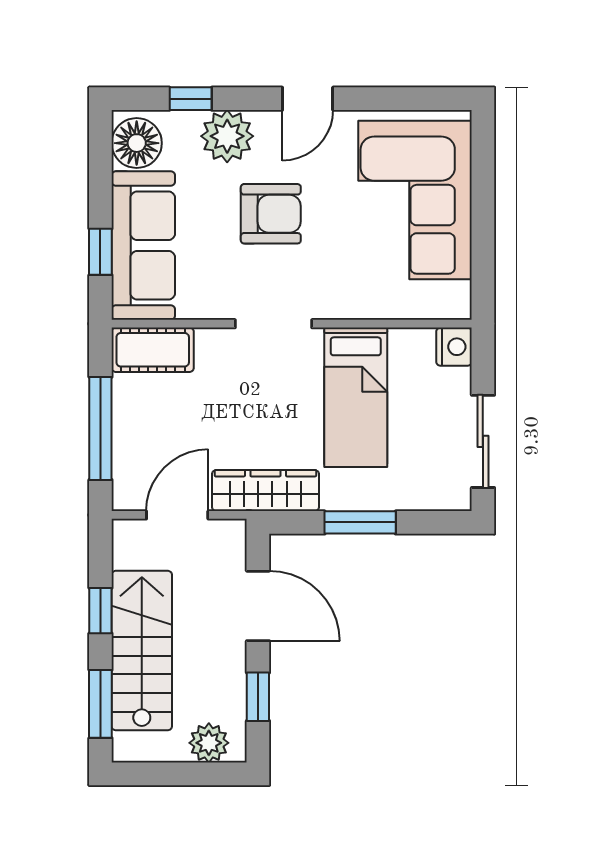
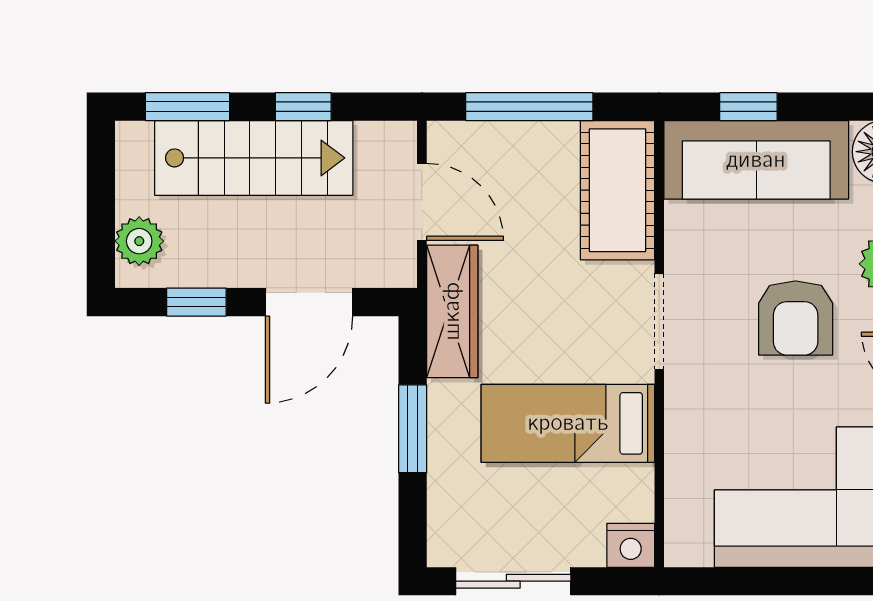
cot: (153, 350) -> (617, 190), width x1.37, depth x1.34

